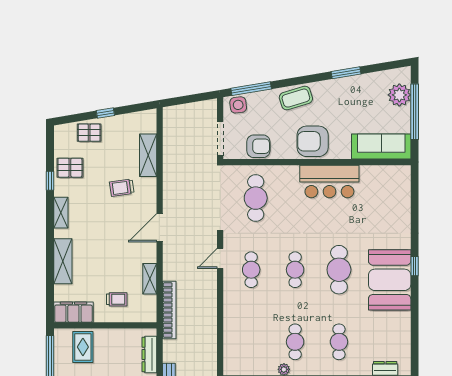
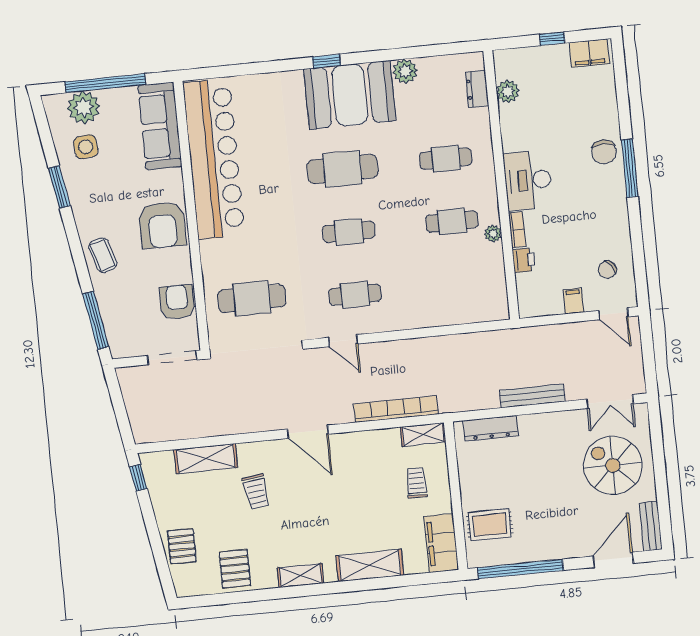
coffee table: (296, 98) -> (103, 255), width x0.73, depth x0.77
side table: (238, 105) -> (86, 147), moved
window: (105, 113) -> (138, 478), moved
window: (50, 181) -> (256, 595), removed
bar counter: (329, 181) -> (214, 159), width x1.86
shelving: (150, 279) -> (423, 434), moved
bookcase: (169, 310) -> (396, 409), moved
plant: (402, 320) -> (405, 71), added

